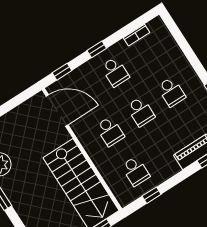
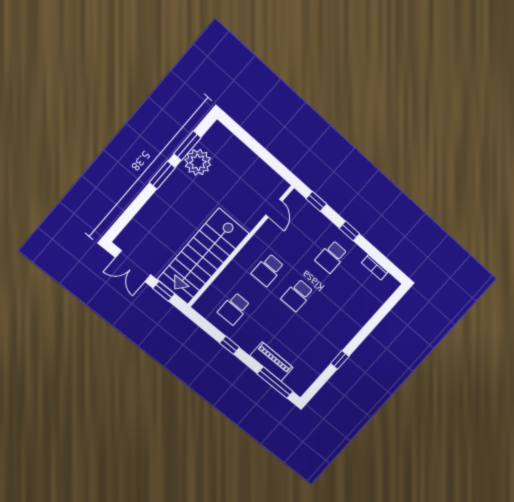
school desk: (171, 92) -> (326, 320), removed
door: (57, 110) -> (274, 208), width x0.53
window: (152, 195) -> (230, 345), moved

